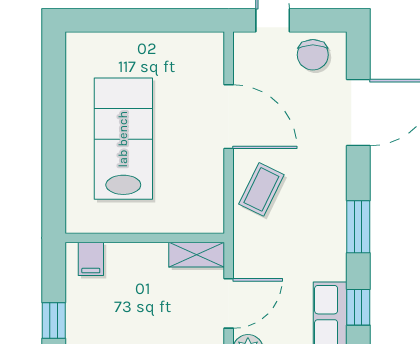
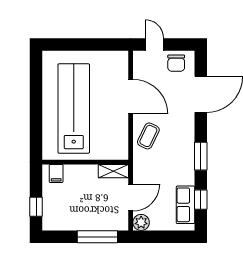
lab bench: (123, 139) -> (74, 108), width x1.36

